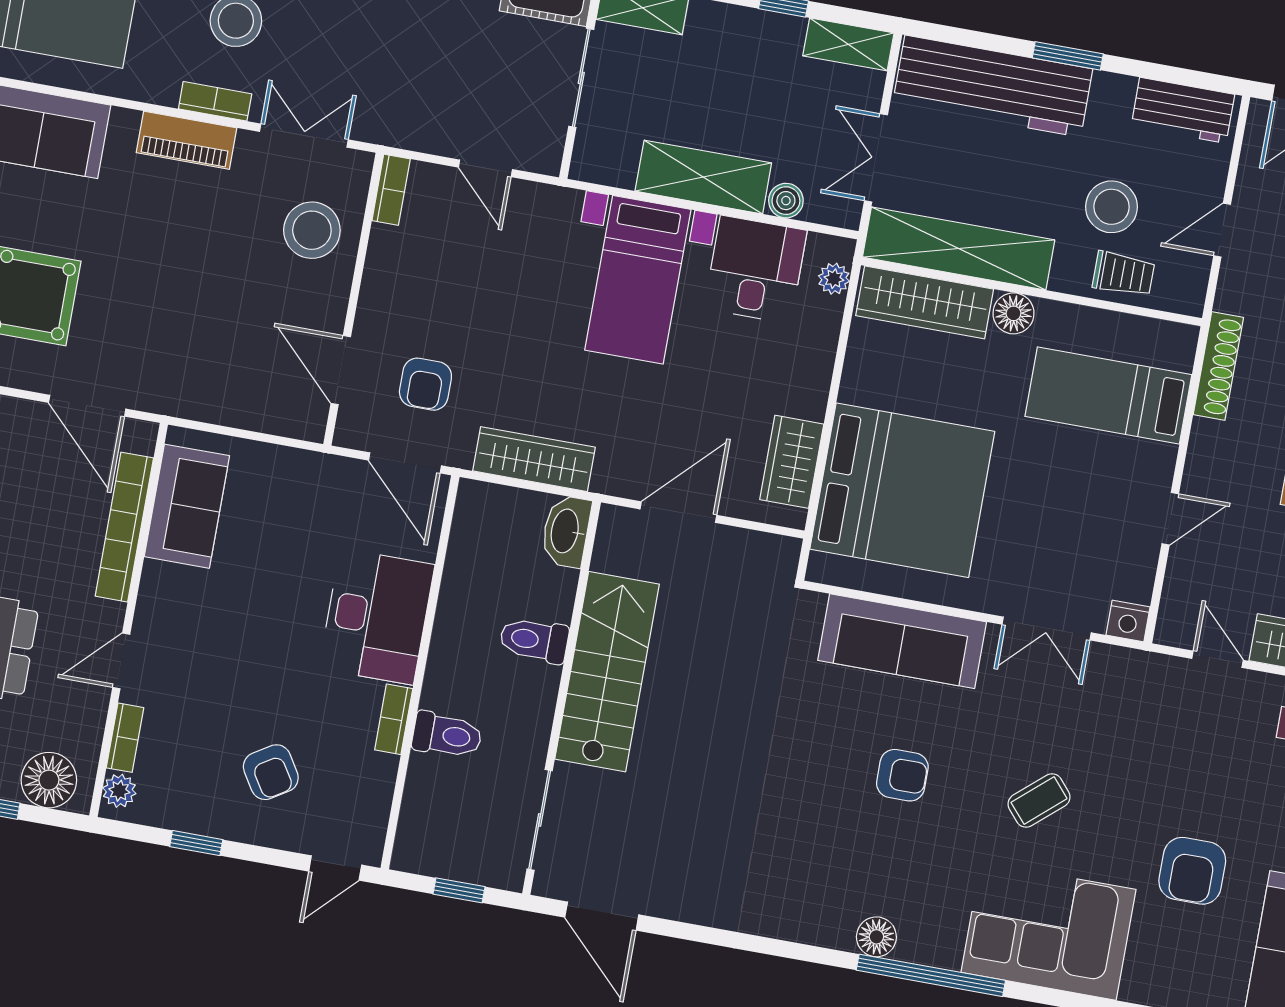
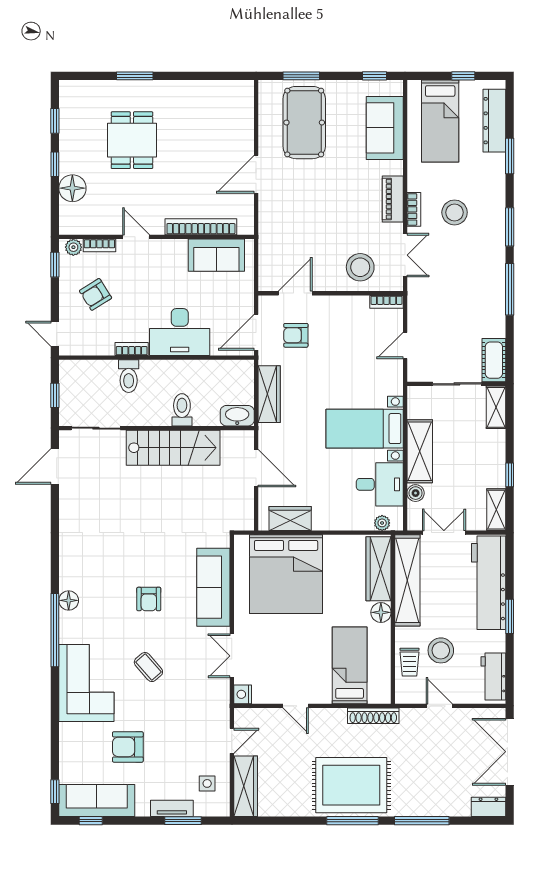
sofa: (187, 506) -> (216, 255), moved
bookcase: (124, 527) -> (201, 227), moved
wall: (129, 620) -> (156, 237), moved
door: (121, 661) -> (136, 237), moved
bookcase: (125, 738) -> (99, 245), moved
plant: (119, 791) -> (73, 247), moved

